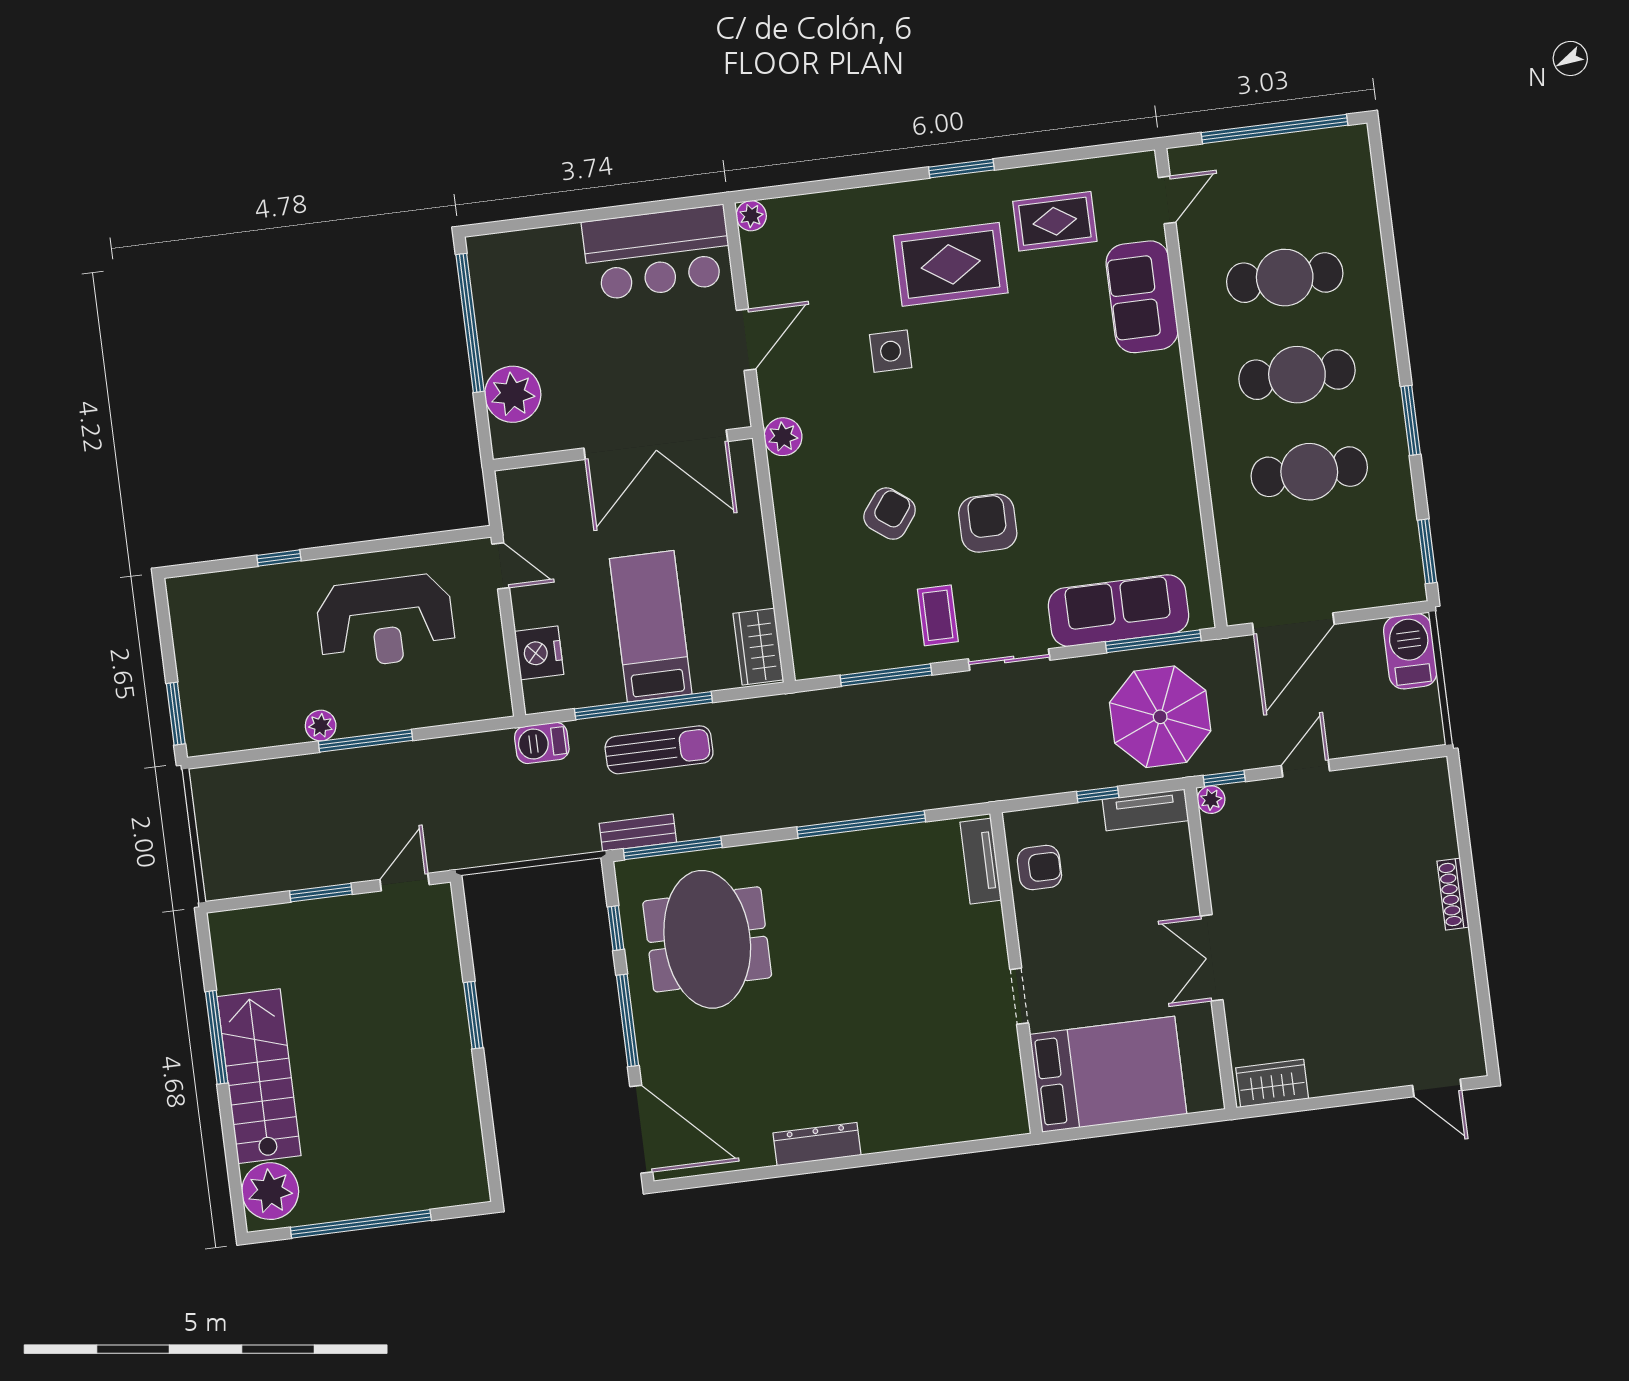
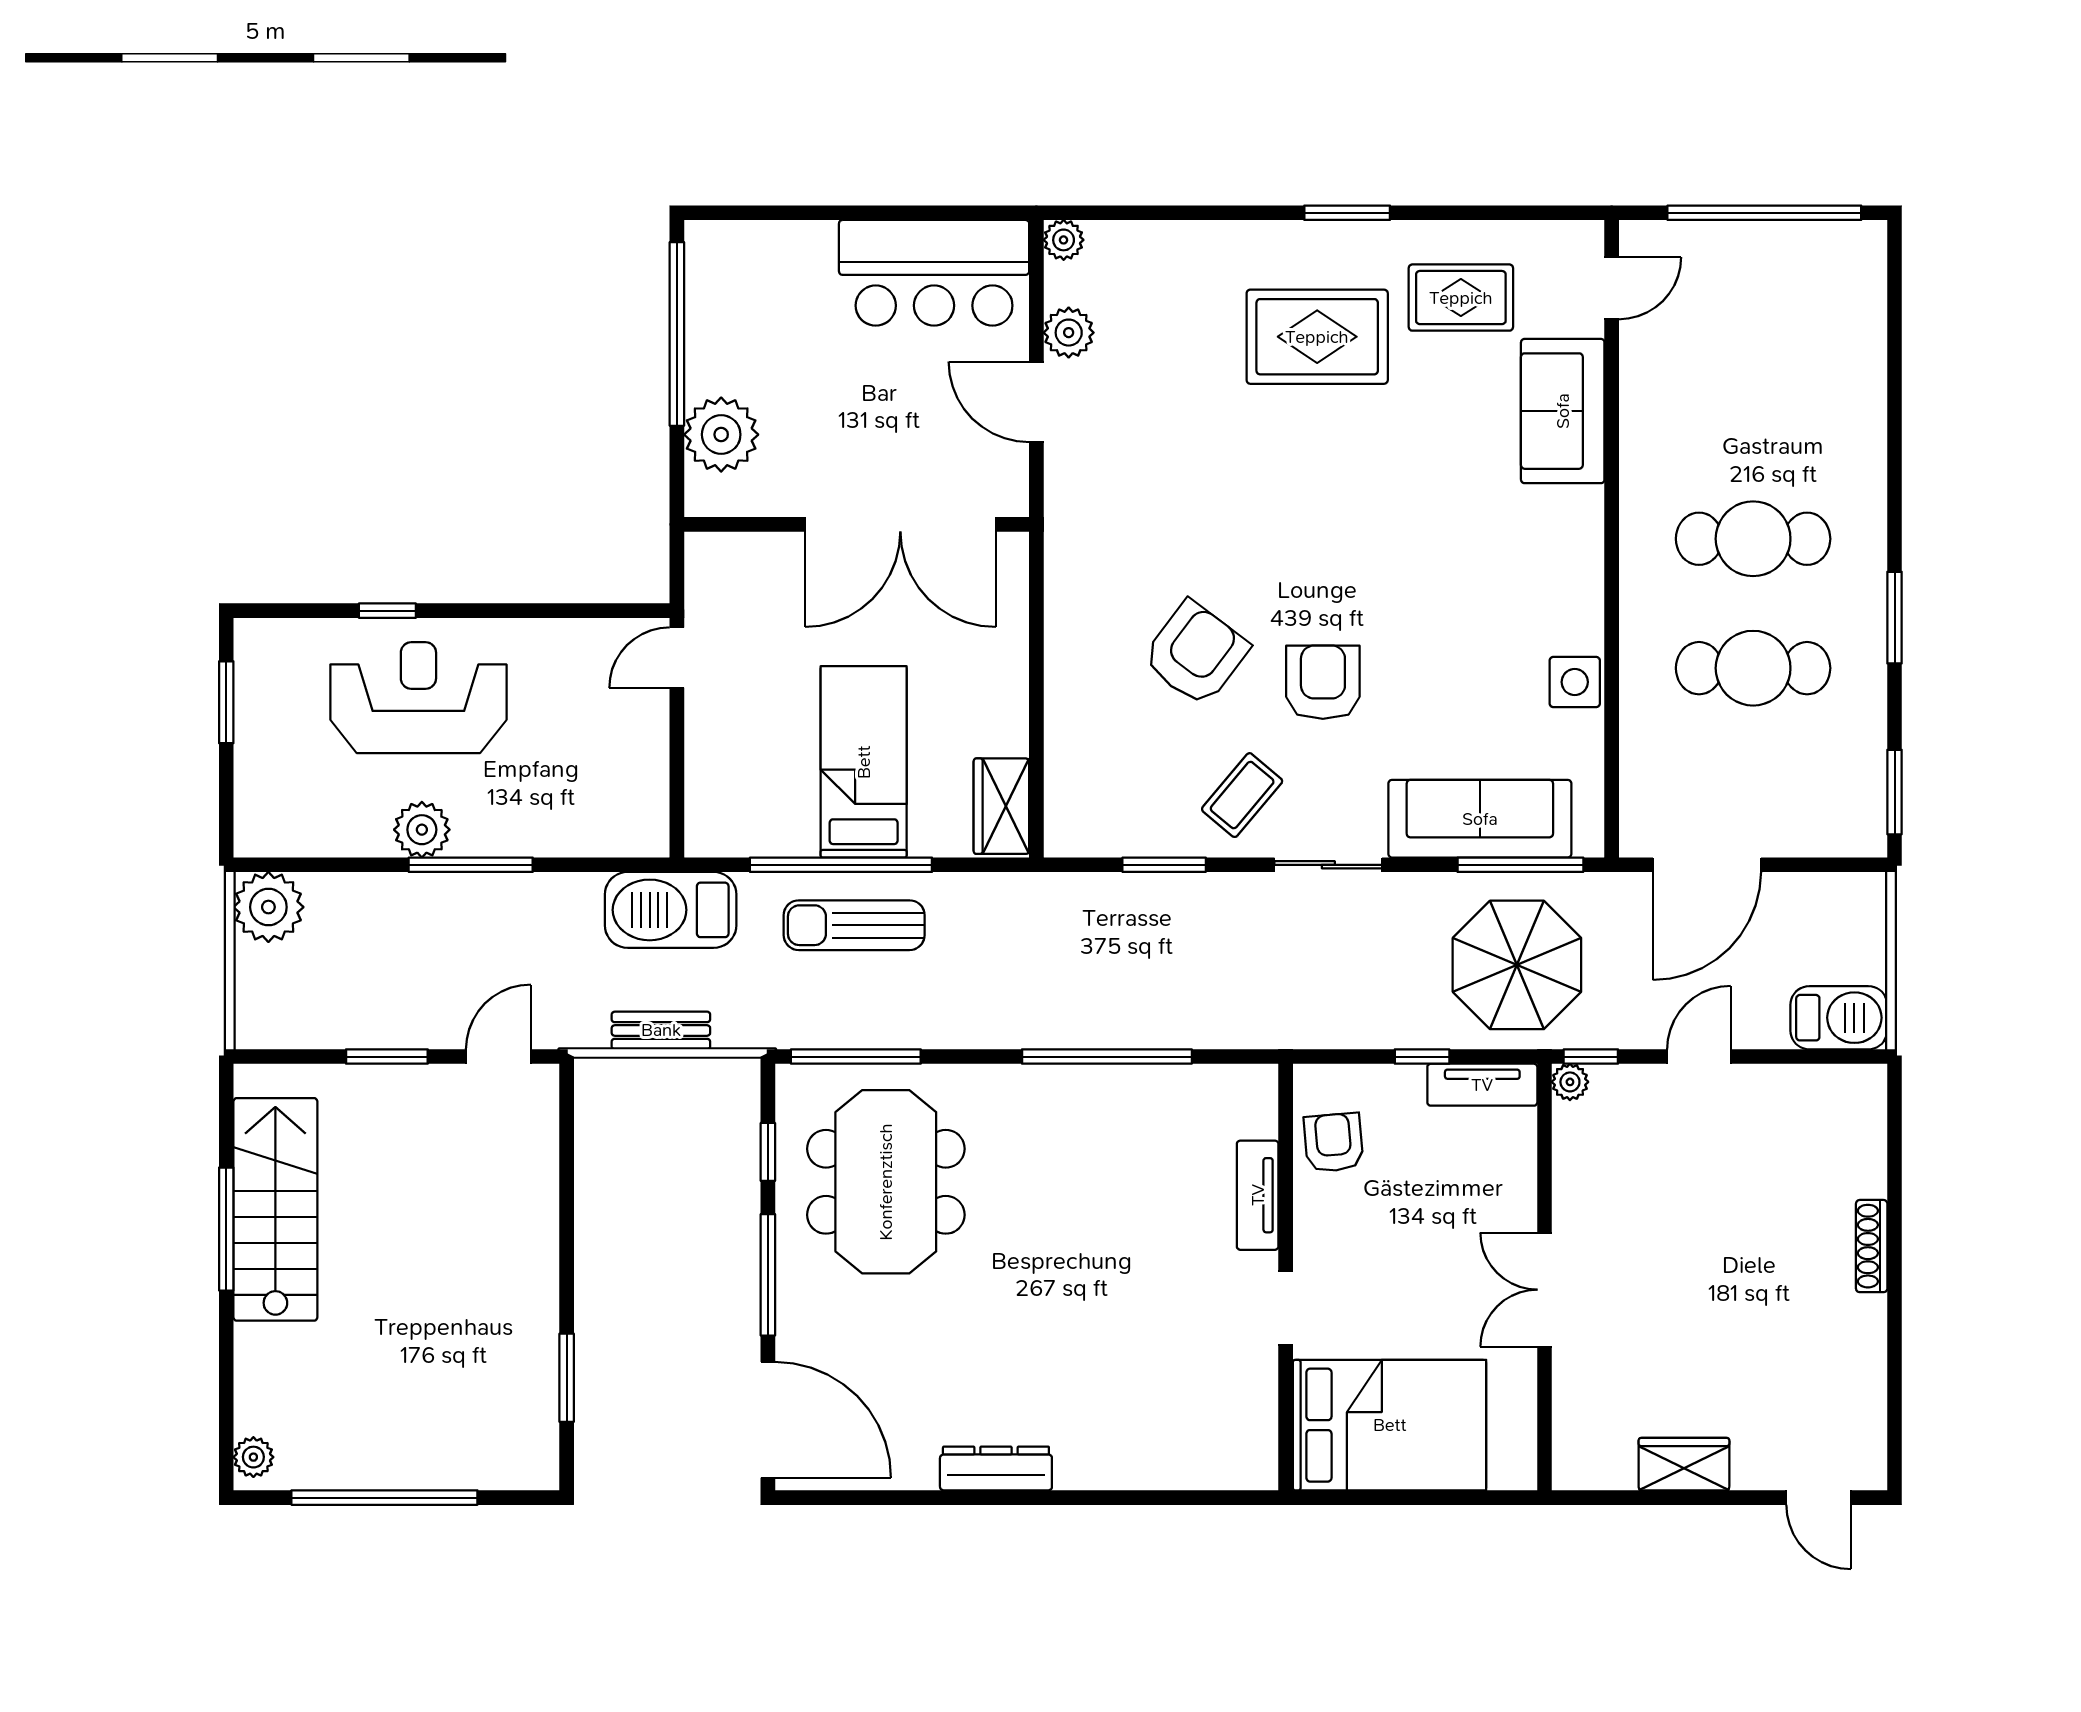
cafe table: (1285, 278) -> (1753, 409), removed
door: (746, 340) -> (1036, 402), swing flipped
side table: (891, 351) -> (1575, 682), moved
plant: (783, 437) -> (1069, 333), moved
armchair: (890, 514) -> (1196, 653), width x1.38, depth x1.38
door: (501, 566) -> (677, 658), swing flipped
coffee table: (938, 615) -> (1242, 795), turned 40
reception desk: (386, 621) -> (418, 698), moved, turned 180
barbecue: (1410, 651) -> (1839, 1018), moved, turned 90
nightstand: (539, 653) -> (713, 778), removed
window: (886, 675) -> (1164, 865), width x0.69
window: (176, 714) -> (226, 702), moved
plant: (321, 726) -> (422, 830), width x1.38, depth x1.38
barbecue: (542, 743) -> (671, 910), width x1.88, depth x1.53
sun lounger: (659, 750) -> (854, 925), turned 180
plant: (218, 792) -> (268, 907), added
bench: (638, 833) -> (661, 1030), moved
tv unit: (981, 861) -> (1258, 1195), moved
armchair: (1039, 868) -> (1334, 1143), turned -95
window: (473, 1015) -> (567, 1378), moved
stairs: (259, 1076) -> (275, 1209), moved
wardrobe: (1272, 1083) -> (1684, 1464), moved
plant: (270, 1191) -> (253, 1457), width x0.53, depth x0.53

